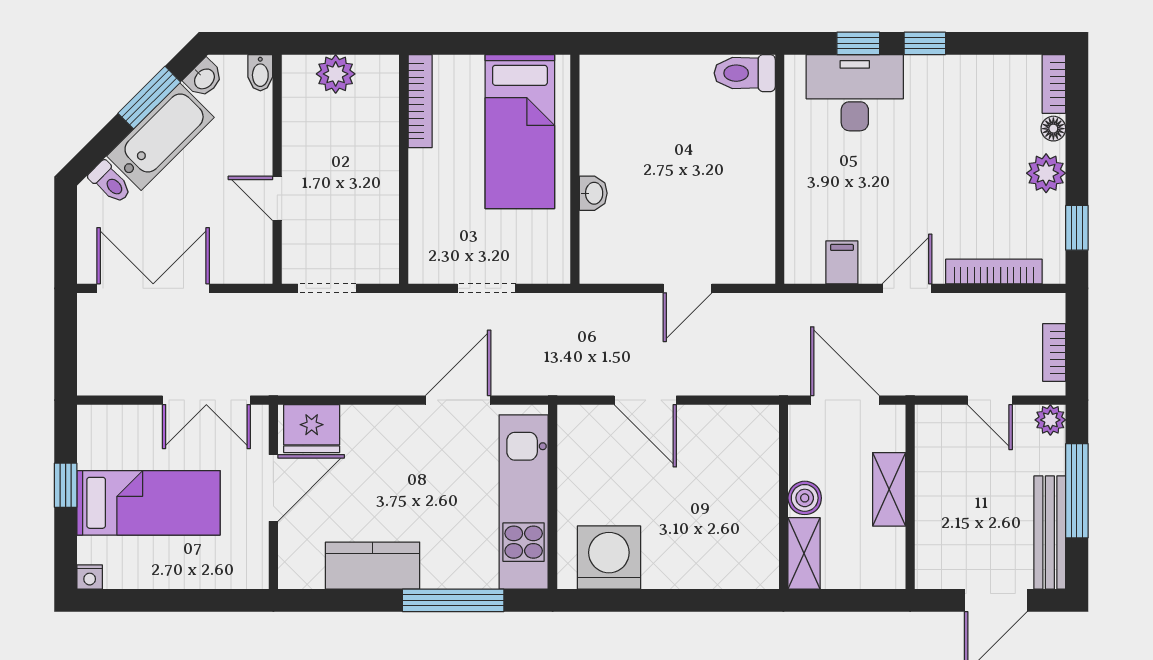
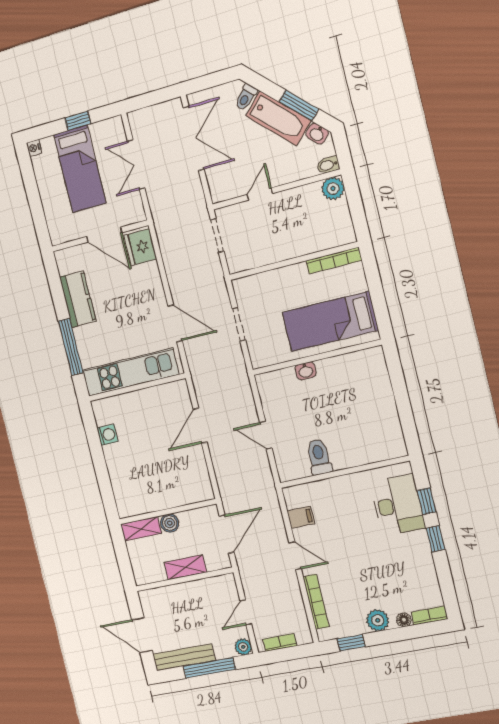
toilet: (745, 73) -> (319, 457), moved
plant: (336, 74) -> (333, 188), moved
double door: (206, 400) -> (136, 165), moved
washing machine: (609, 558) -> (107, 435), width x0.53, depth x0.53

